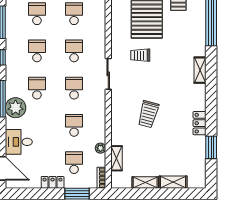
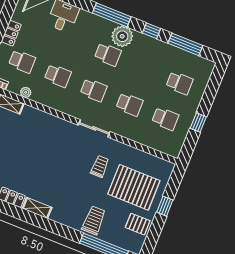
school desk: (37, 51) -> (144, 69), removed
shelving: (200, 70) -> (37, 208), moved
plant: (16, 108) -> (122, 36), moved
trolley: (148, 114) -> (94, 220), moved, turned 75

